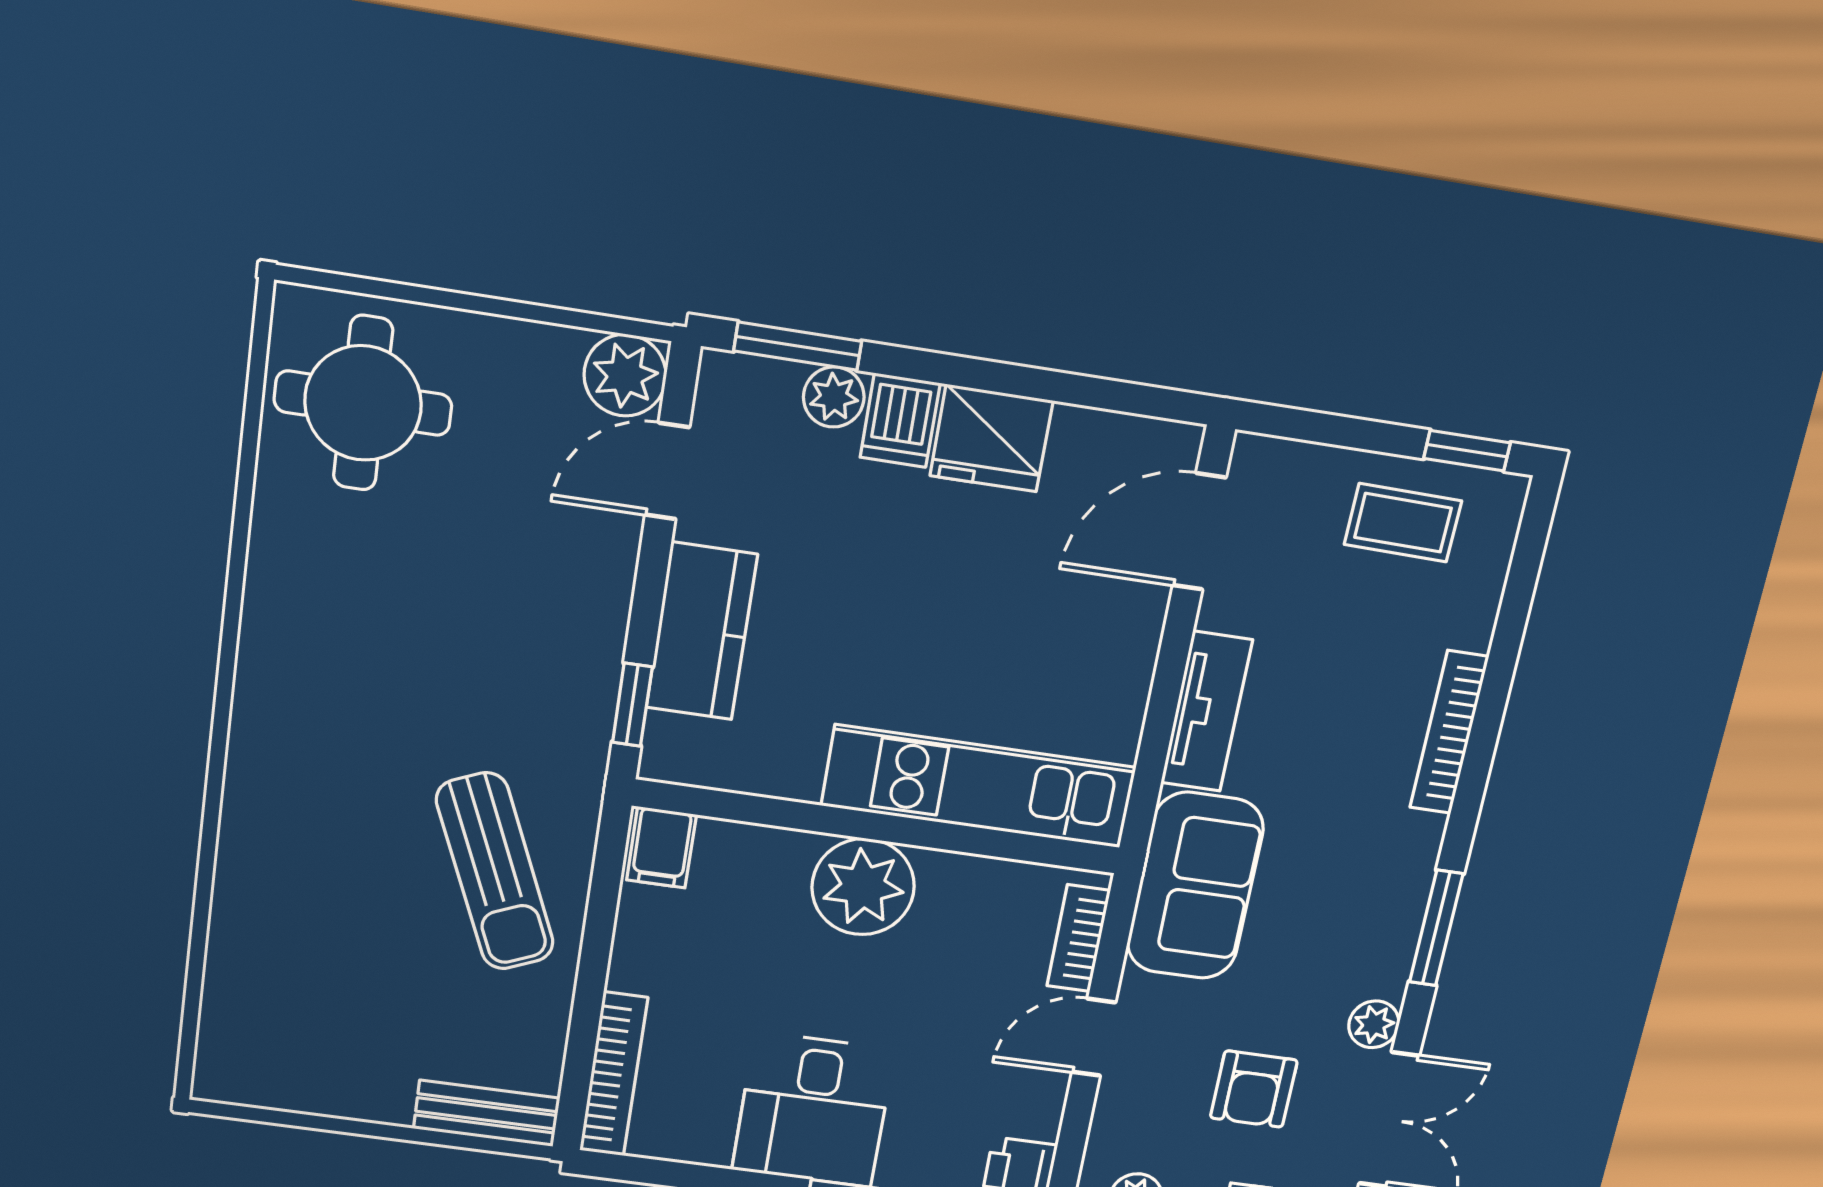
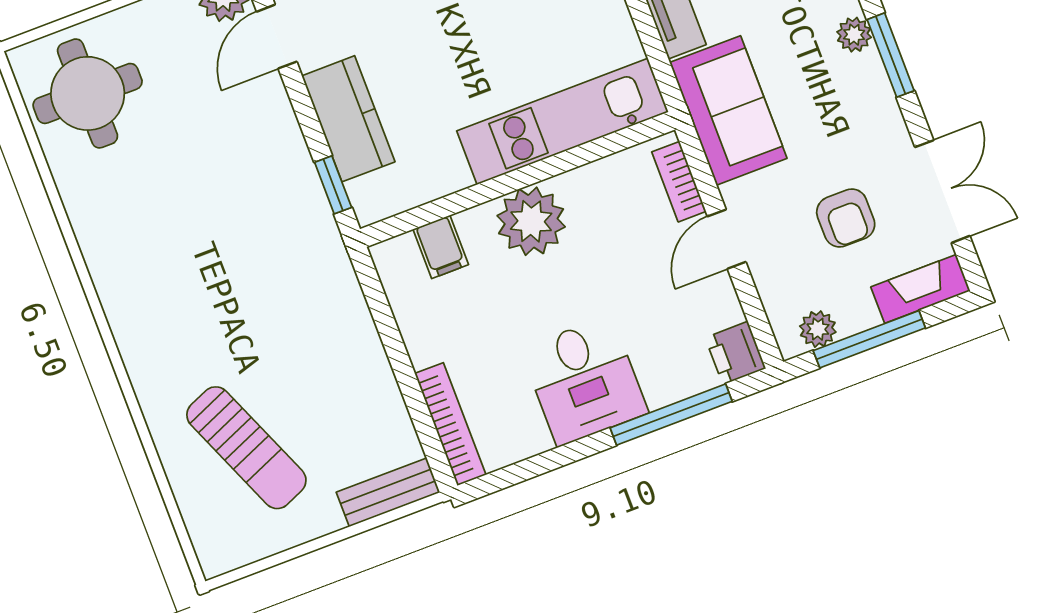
filing cabinet: (661, 847) -> (441, 247), moved
sun lounger: (495, 872) -> (246, 448), moved
plant: (1374, 1024) -> (854, 35), moved

